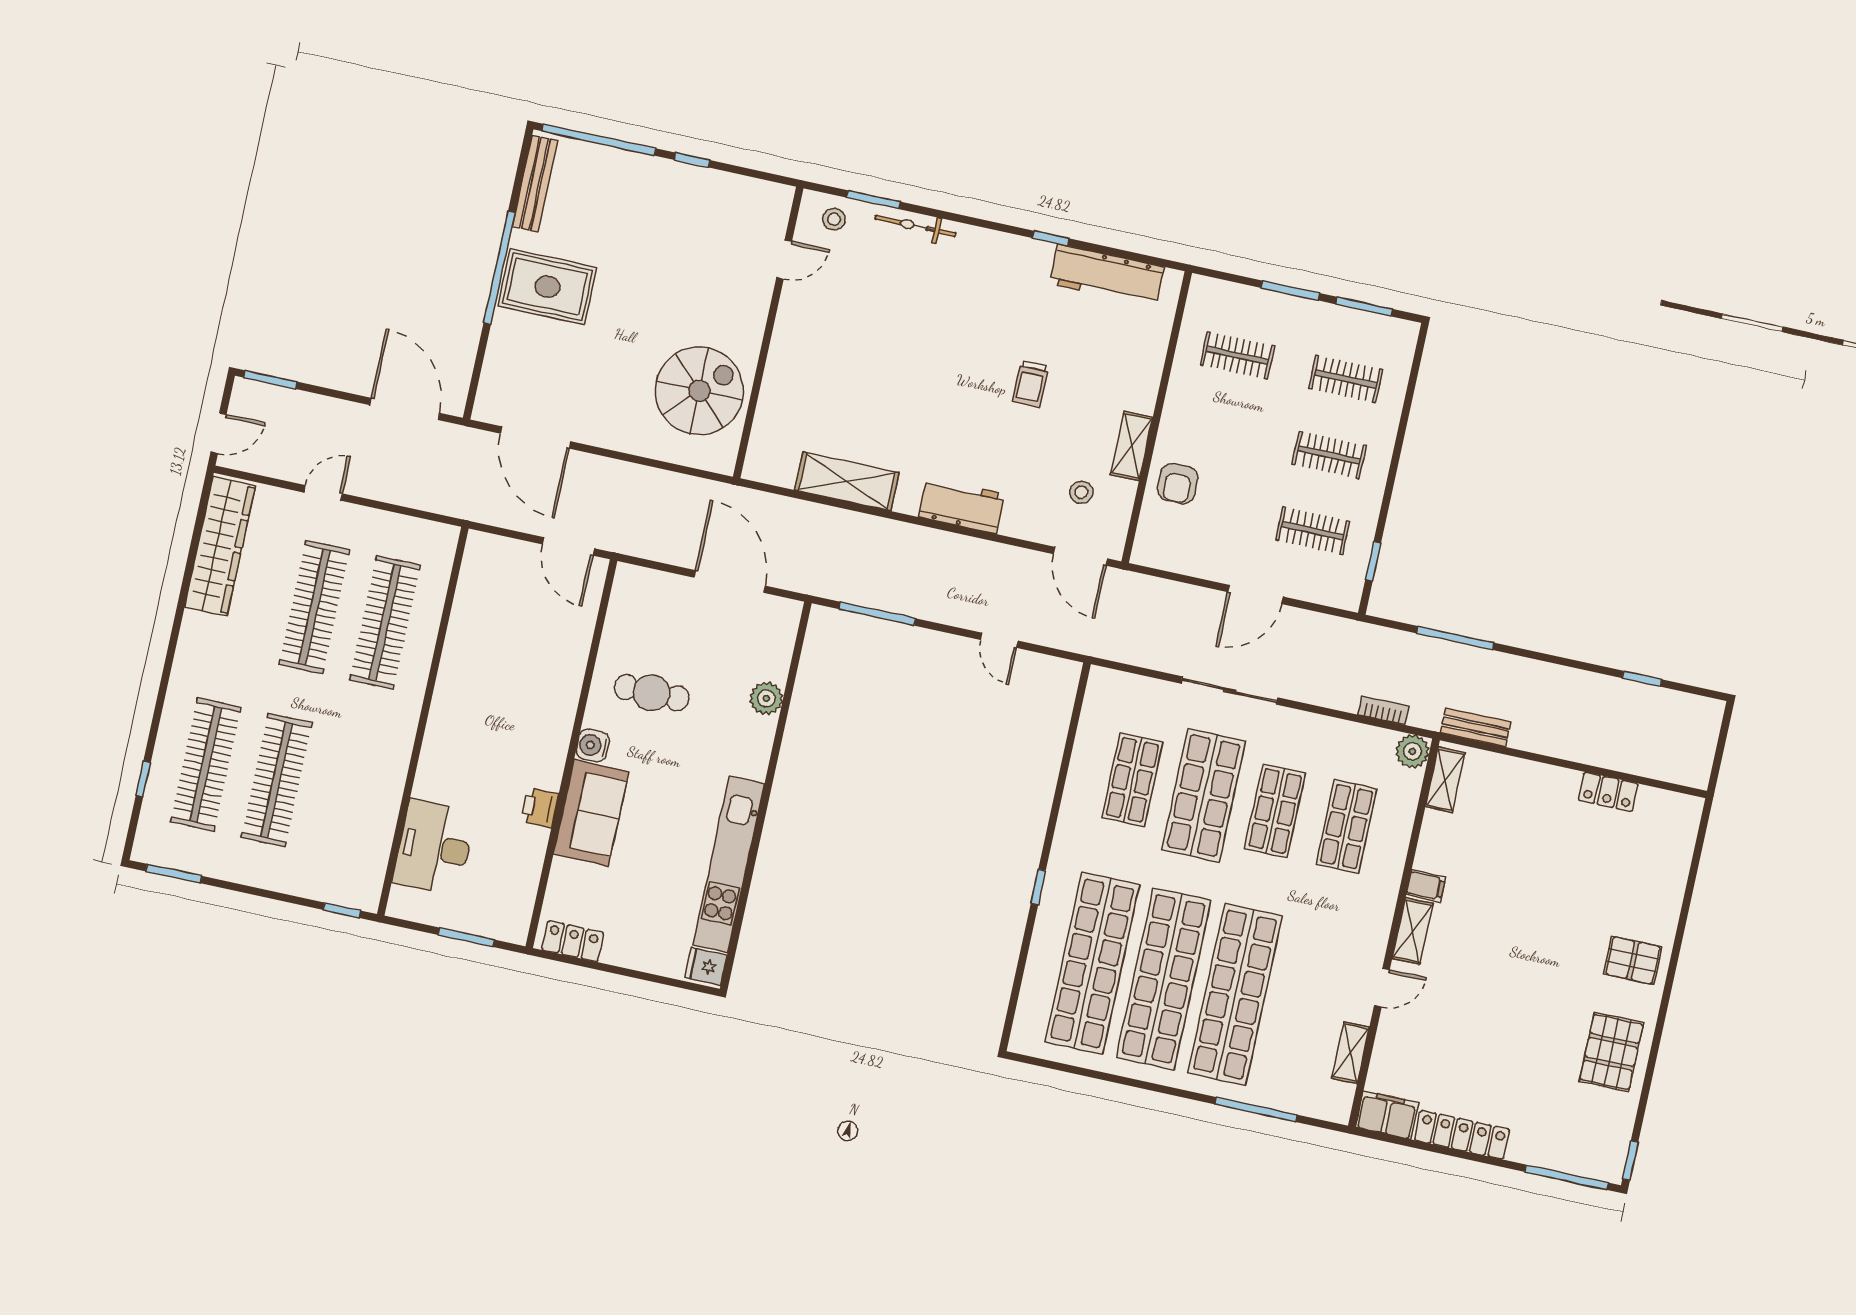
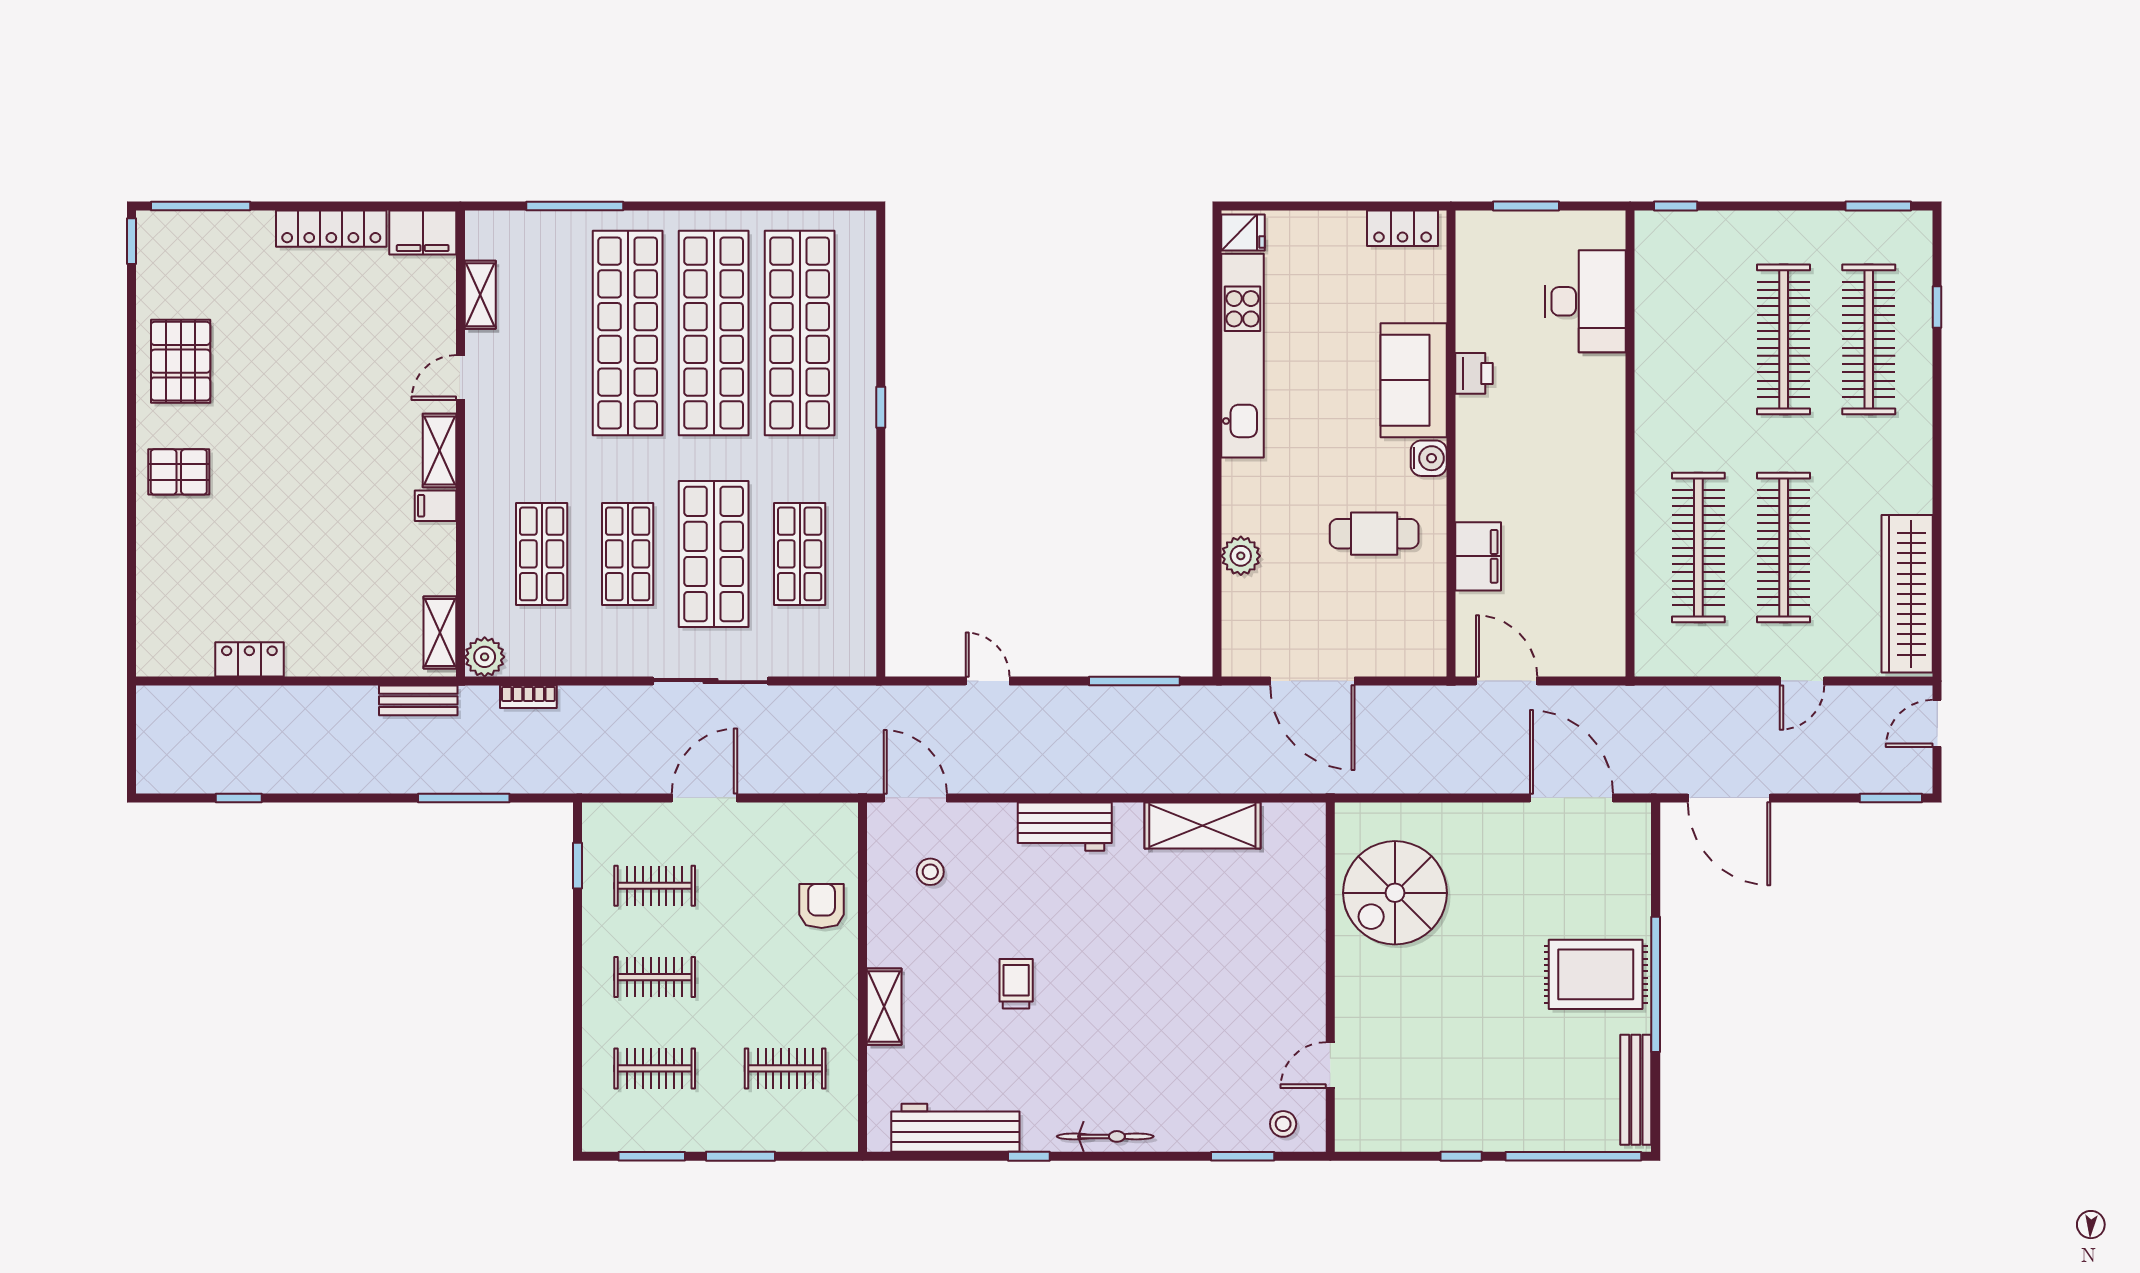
bicycle: (915, 226) -> (1105, 1136), moved
shelving: (1132, 446) -> (884, 1007), moved
filing cabinet: (569, 655) -> (1478, 556), added

